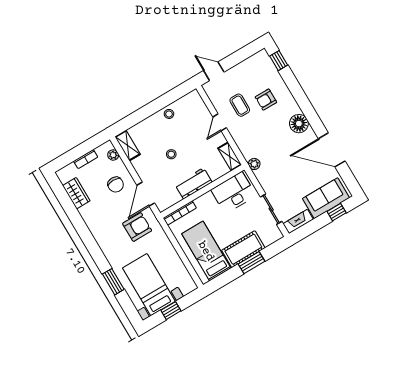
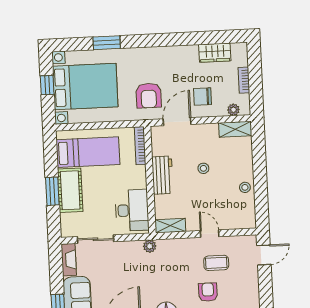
door: (146, 194) -> (177, 122), hinge flipped
bed with nightstands: (149, 285) -> (85, 86), width x1.36

